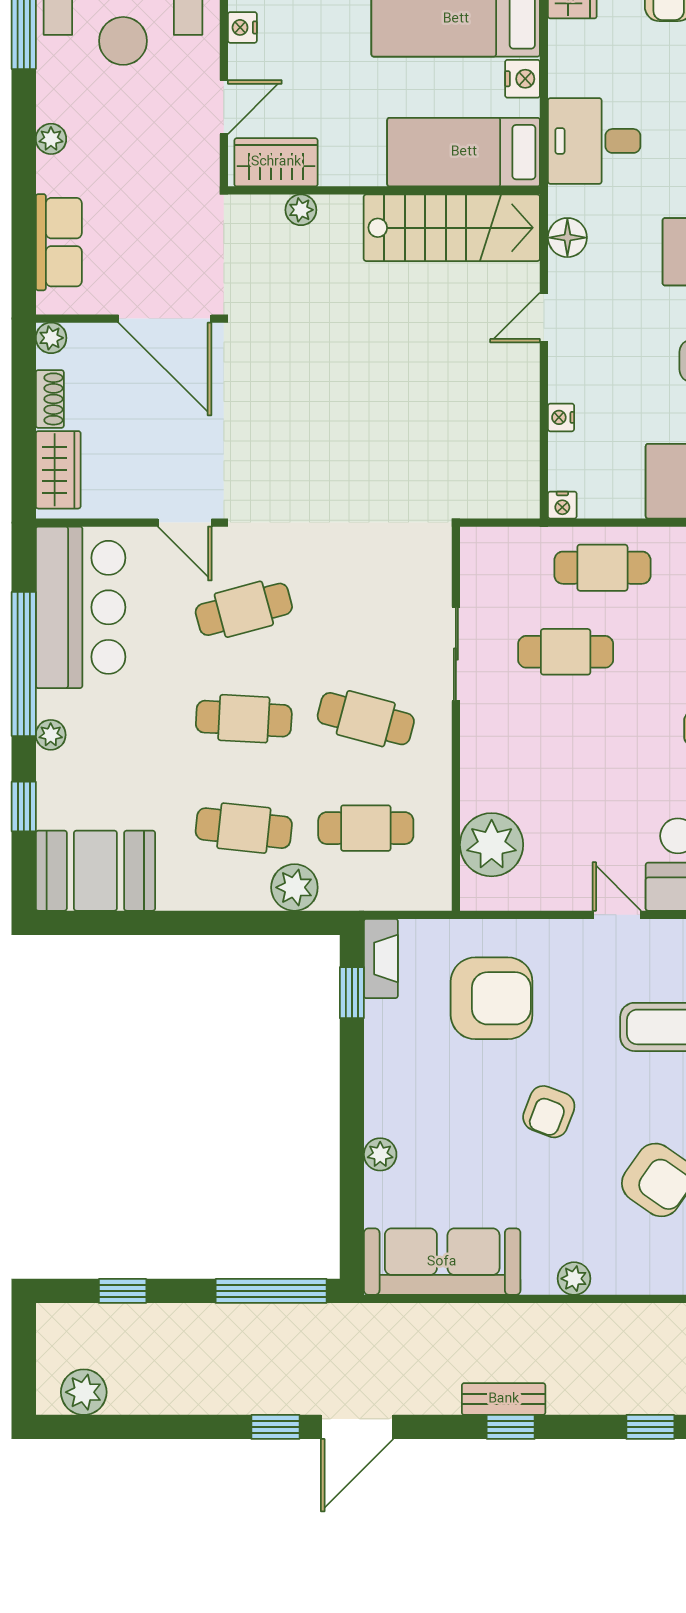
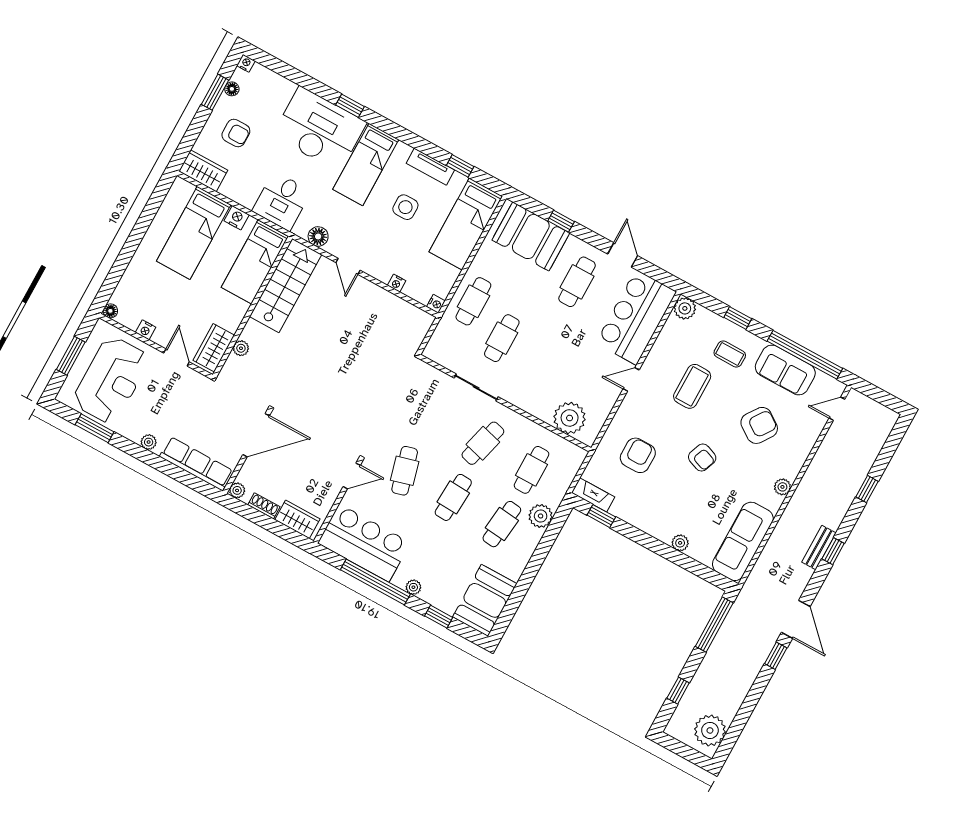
row of seats: (59, 242) -> (196, 464), width x1.48
armchair: (492, 998) -> (638, 455), width x0.73, depth x0.73
plant: (84, 1392) -> (710, 730), width x1.36, depth x1.36

